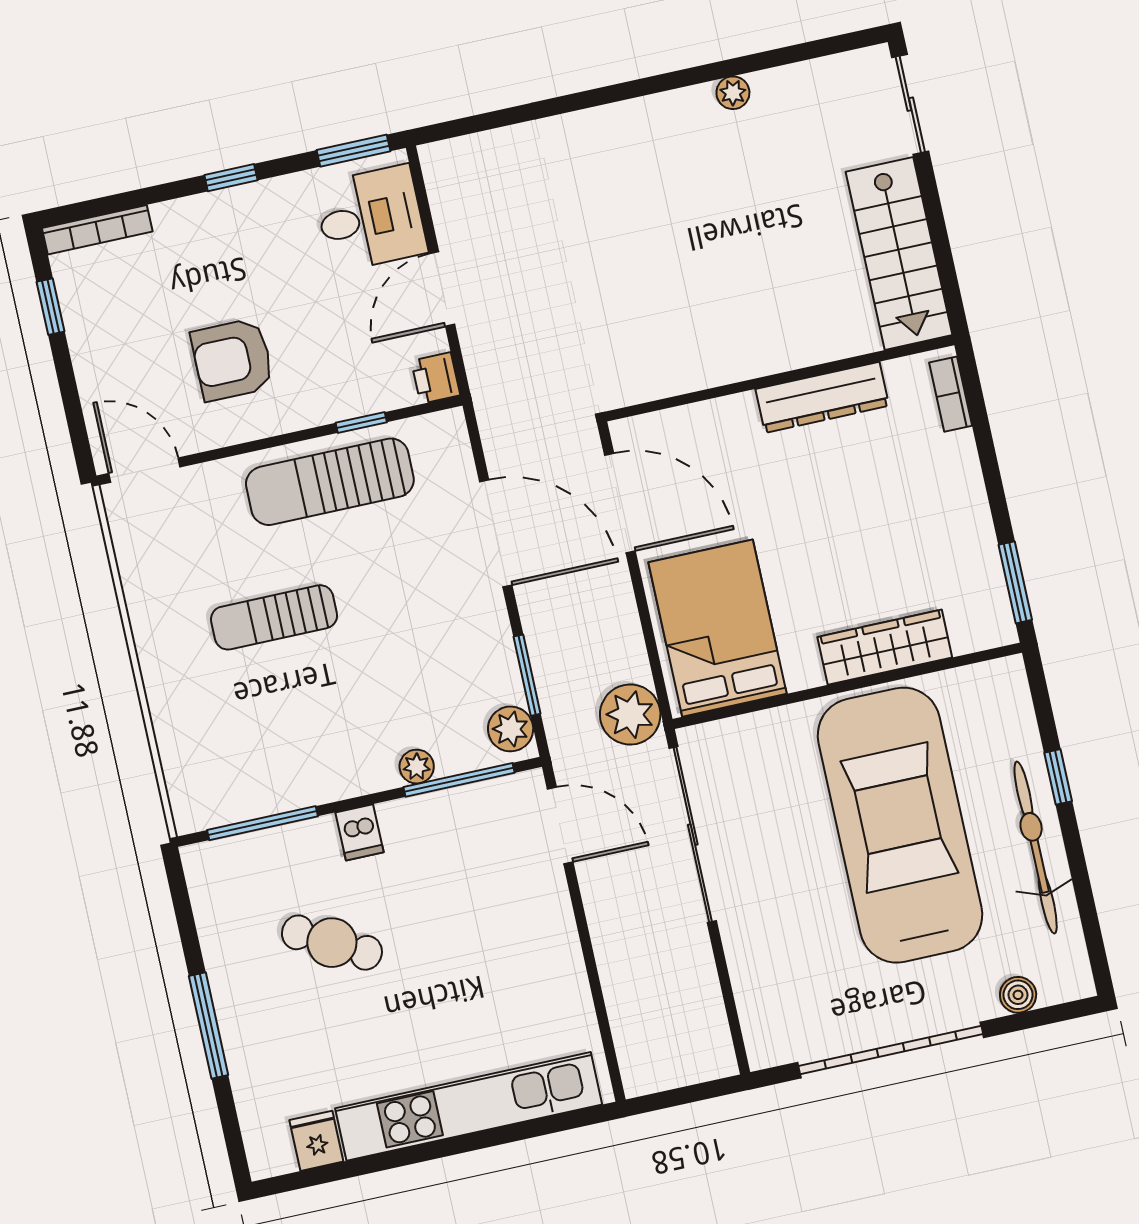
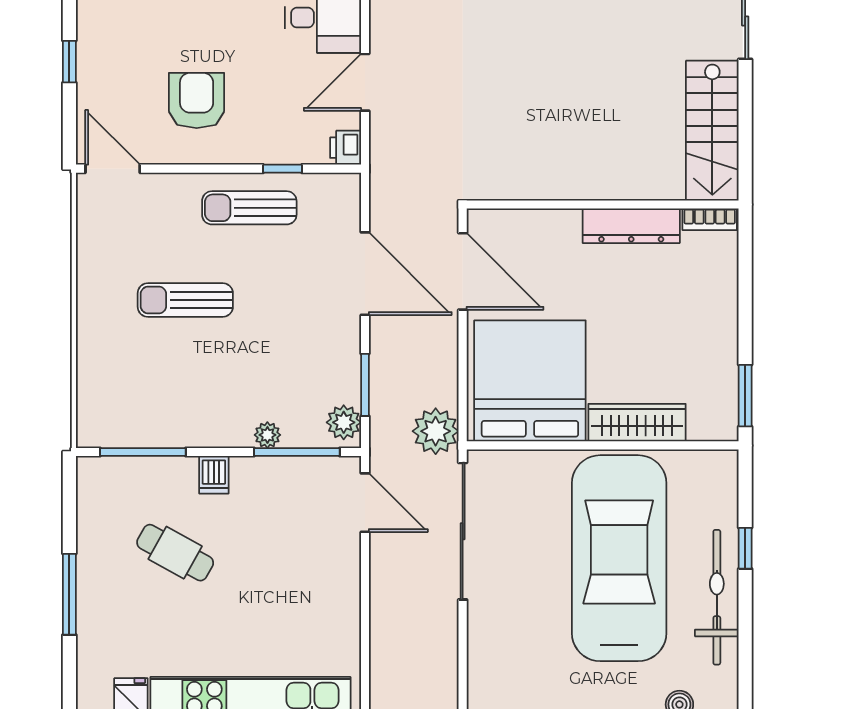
window: (51, 307) -> (69, 62), moved
armchair: (232, 360) -> (197, 100), turned 90
bookcase: (951, 394) -> (710, 219), moved, turned -90
sun lounger: (330, 482) -> (249, 208), width x0.73, depth x0.75
bed: (718, 628) -> (530, 381), width x1.36

